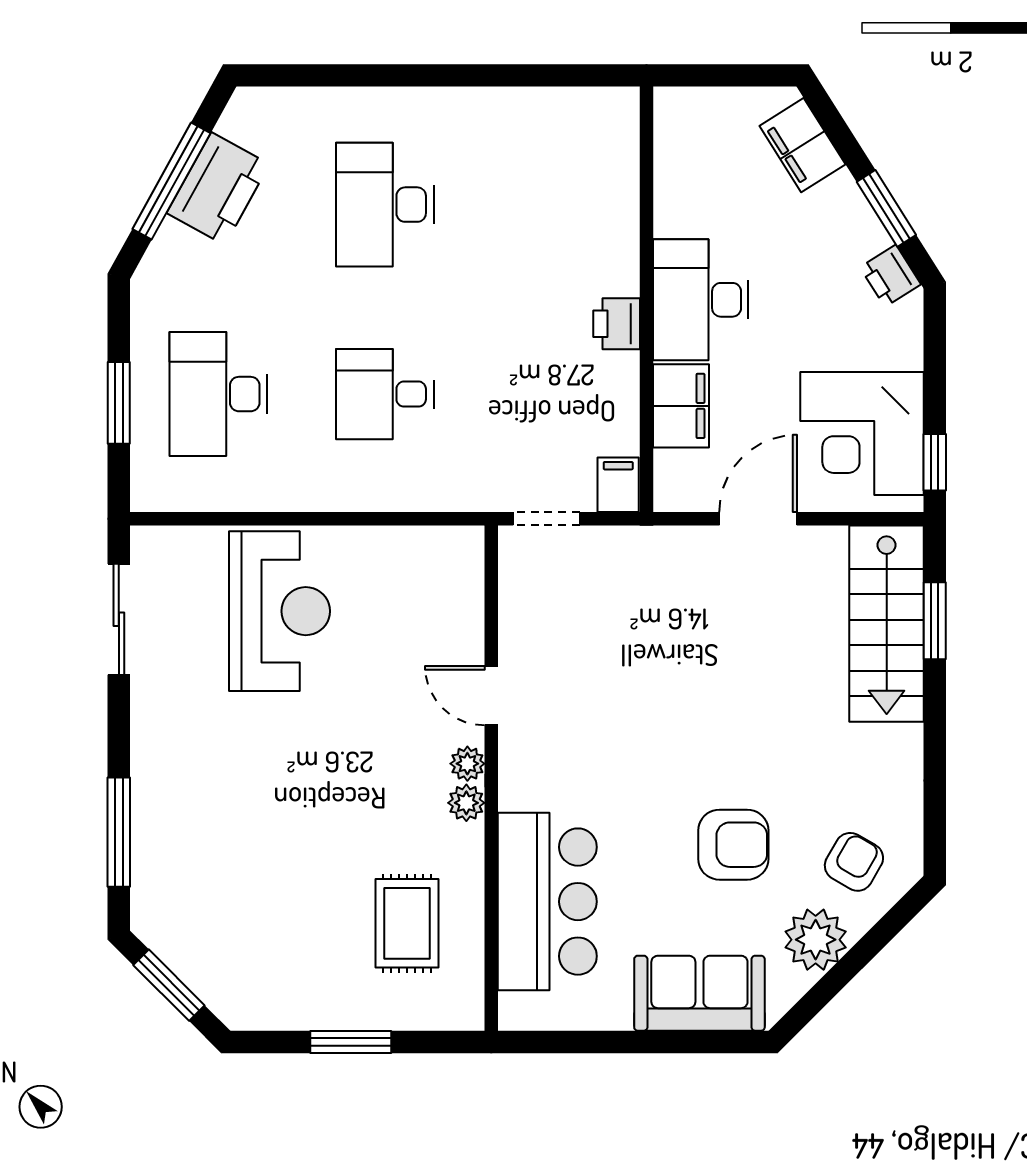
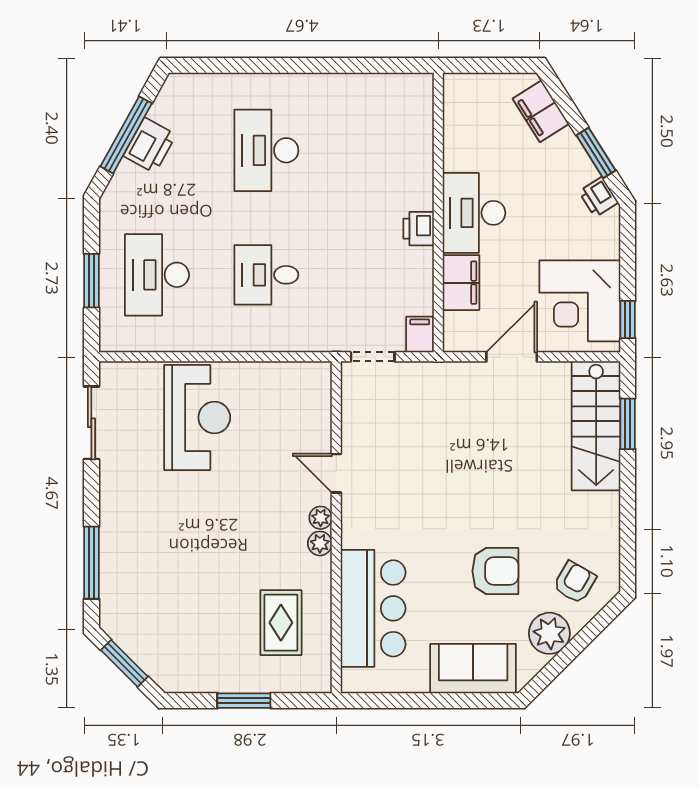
printer: (218, 189) -> (150, 145), width x0.73, depth x0.84

